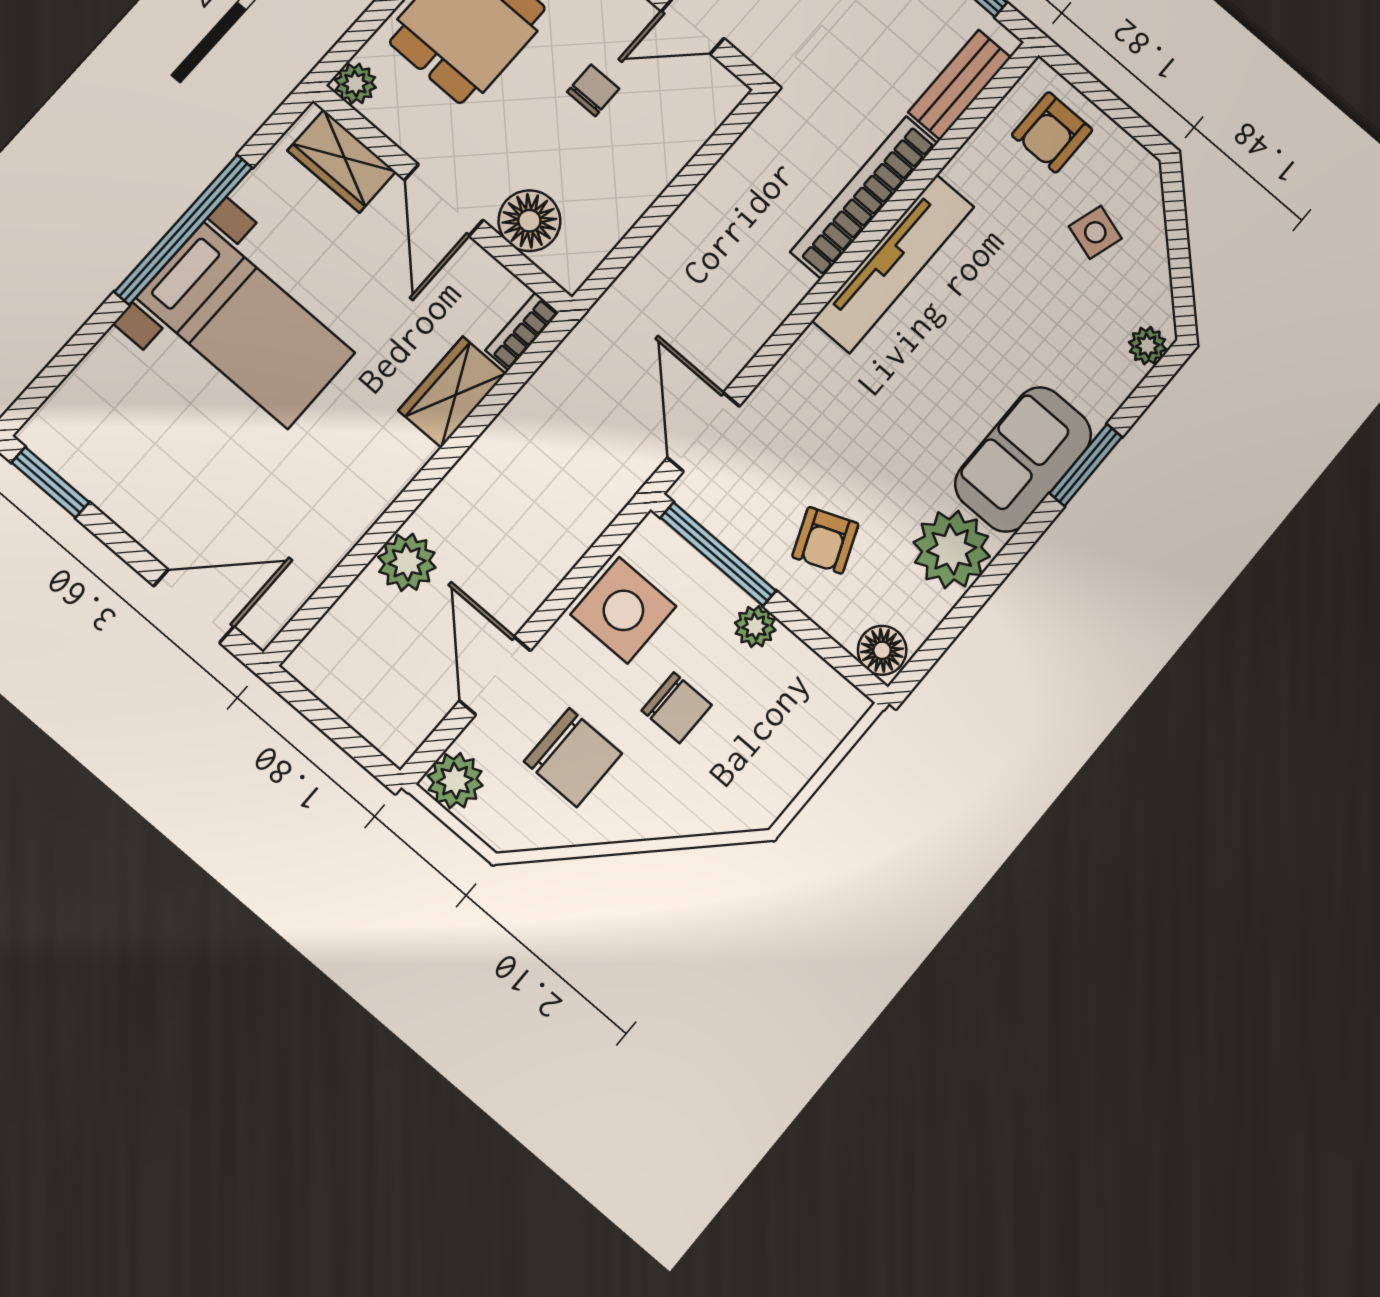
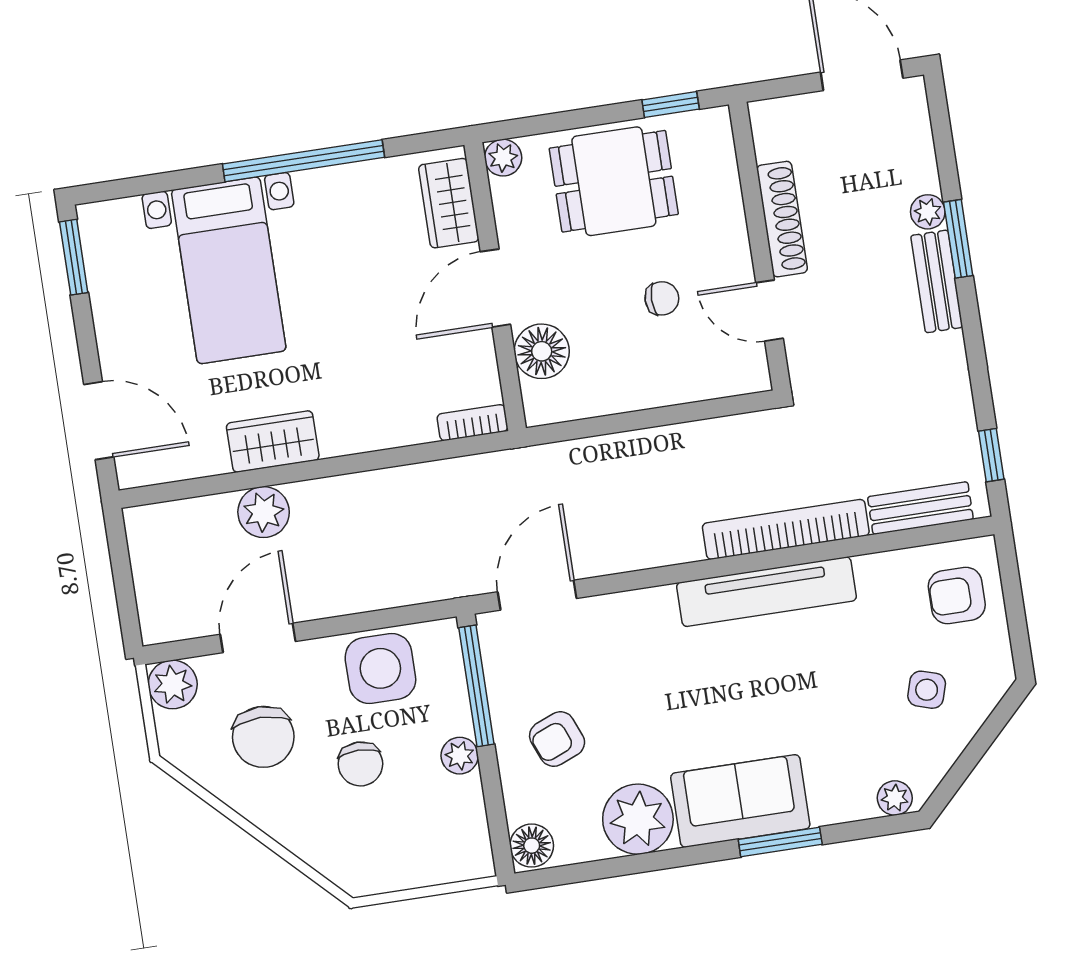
bed with nightstands: (246, 325) -> (229, 270), moved
wardrobe: (452, 392) -> (273, 442), moved

